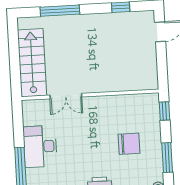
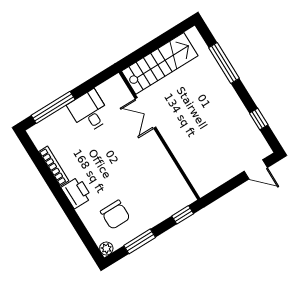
chair: (129, 144) -> (115, 215), moved
desk: (40, 146) -> (89, 112), width x0.73

